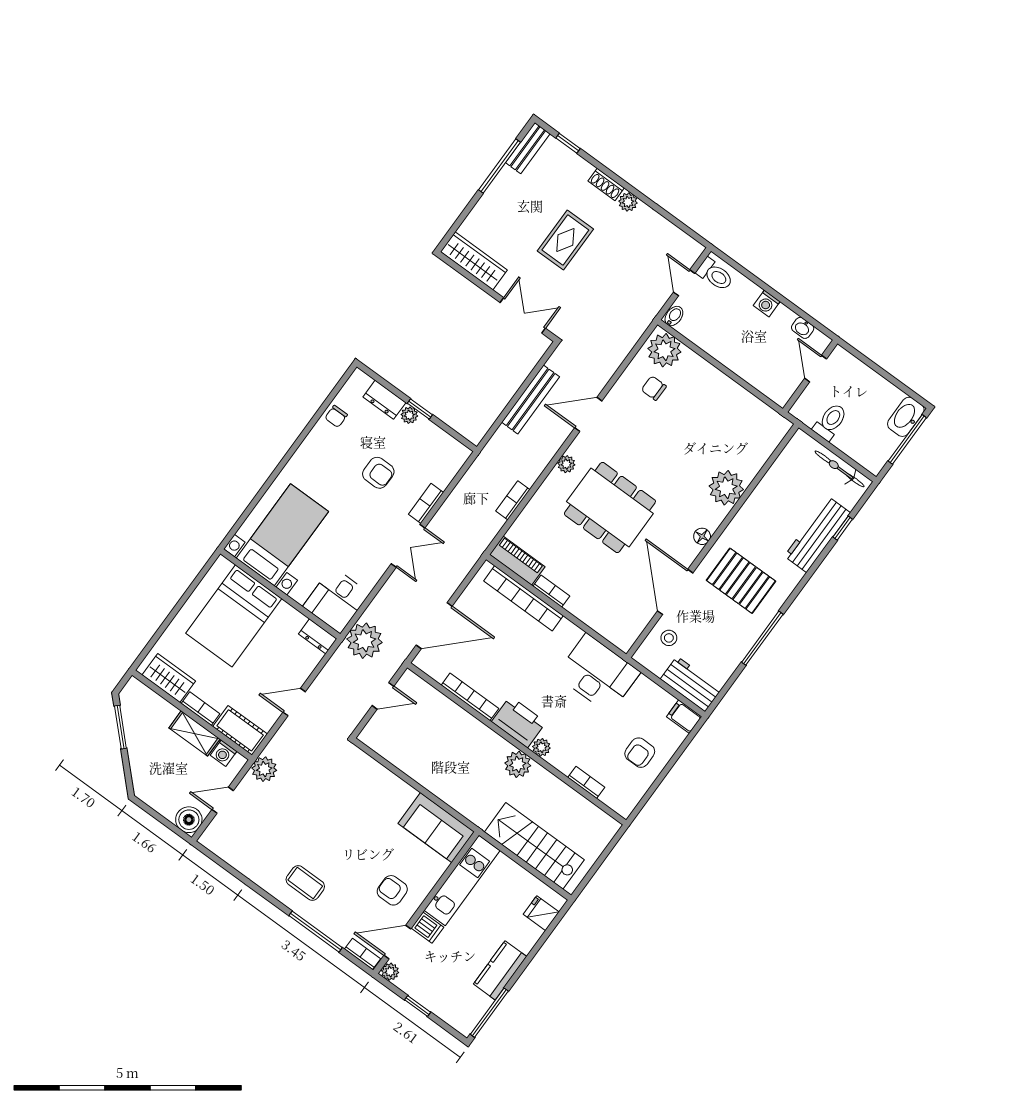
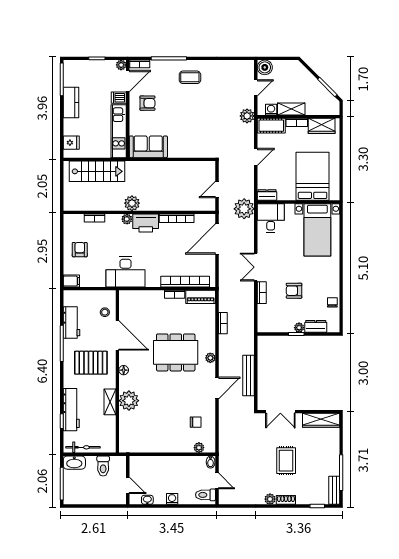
plant: (664, 350) -> (199, 448), width x0.53, depth x0.53
washbasin: (906, 417) -> (74, 463), moved, turned 90
shelving: (754, 506) -> (110, 402), added
workbench: (691, 684) -> (71, 322), moved, turned -90

